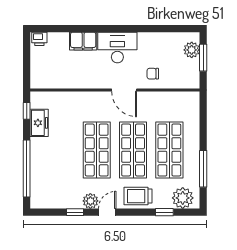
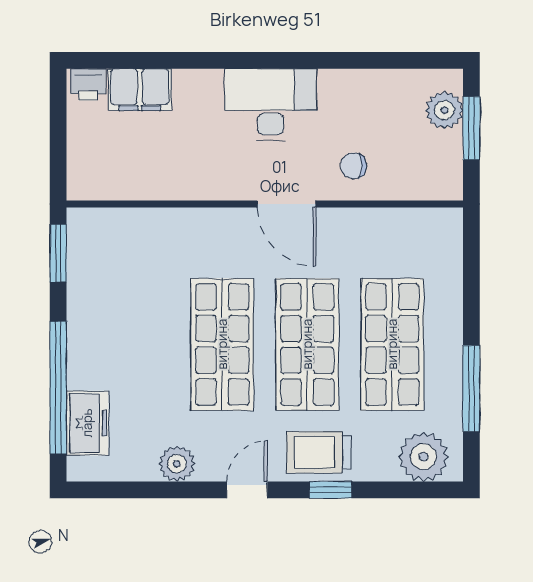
filing cabinet: (83, 41) -> (140, 90), moved
window: (27, 111) -> (58, 253), width x1.50
freezer: (39, 123) -> (87, 423), moved
plant: (90, 201) -> (177, 464), moved
window: (75, 212) -> (172, 490), removed
window: (164, 212) -> (330, 490), moved

